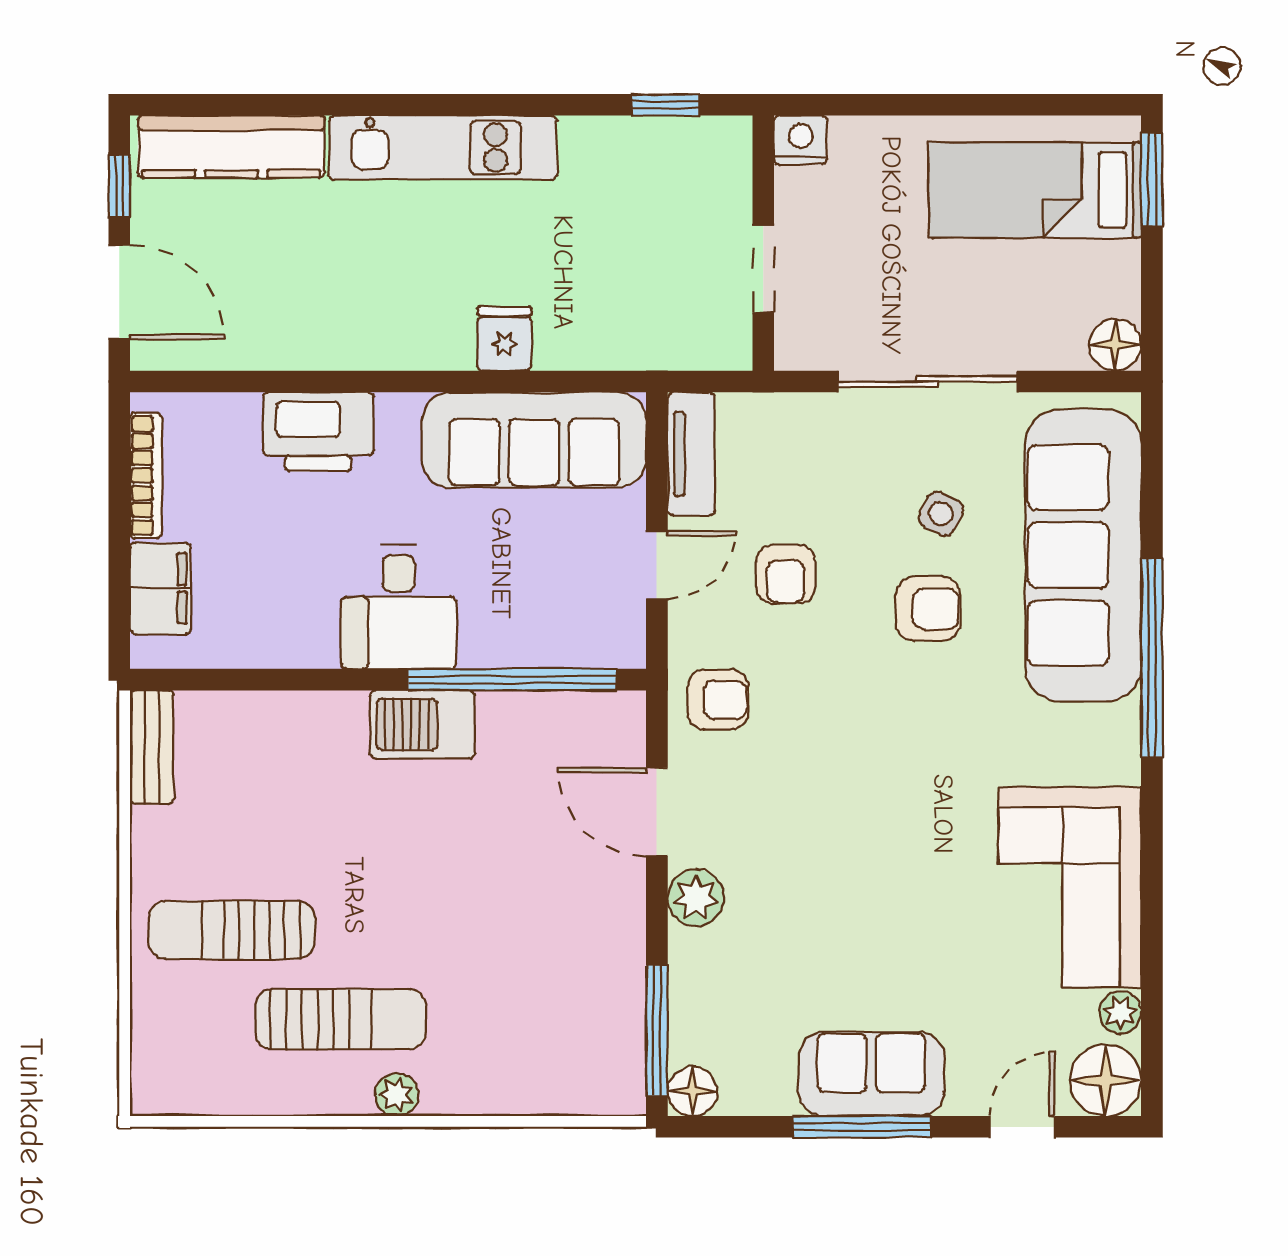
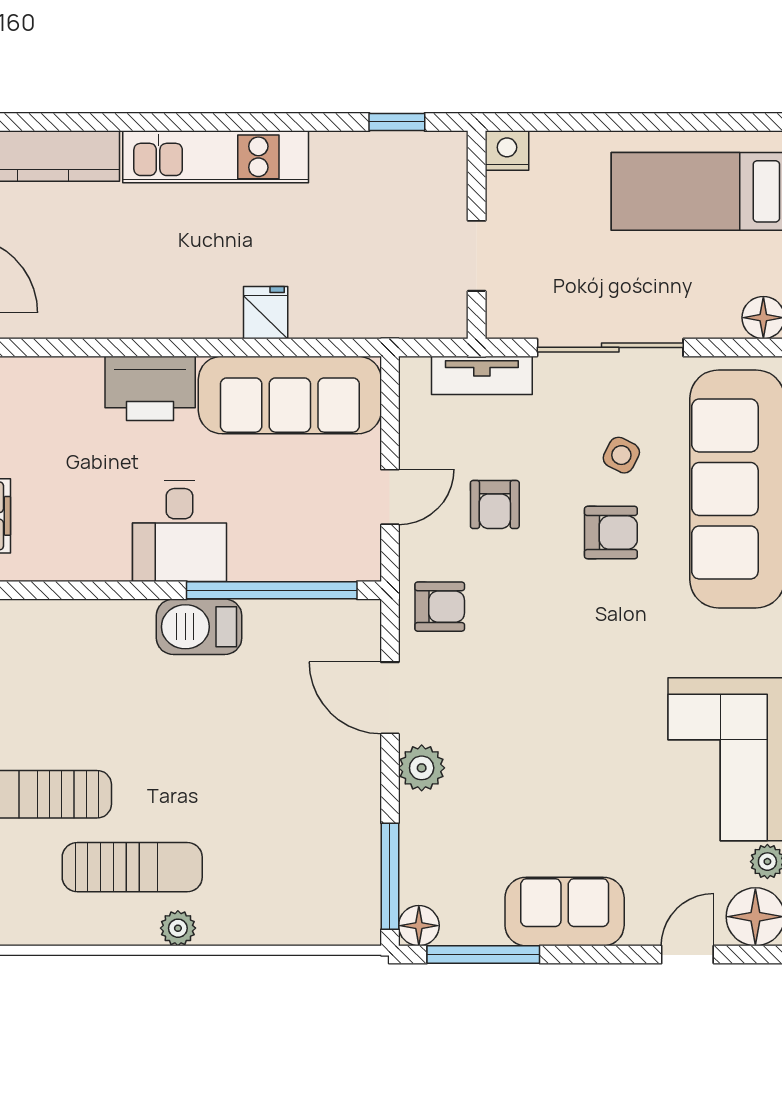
printer: (318, 432) -> (150, 388), moved
tv unit: (691, 454) -> (482, 375), moved, turned 90
window: (862, 1127) -> (483, 955), moved

